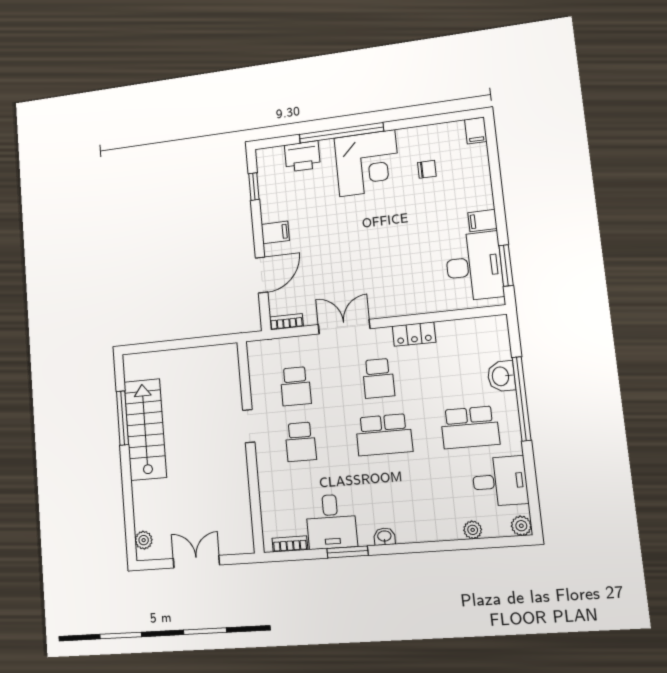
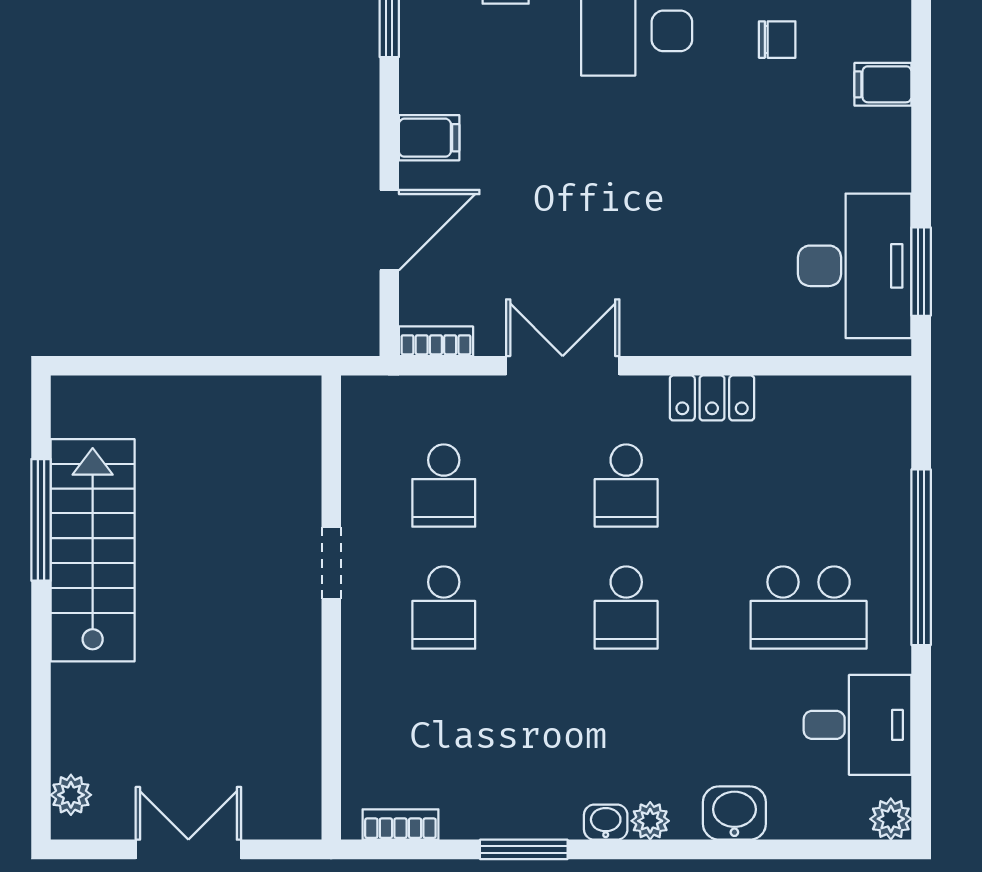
filing cabinet: (482, 221) -> (883, 84), moved
washbasin: (501, 376) -> (734, 813), moved, turned 90
school desk: (384, 435) -> (626, 608), width x0.54
desk: (331, 522) -> (495, 783), removed
plant: (473, 530) -> (650, 821), moved

